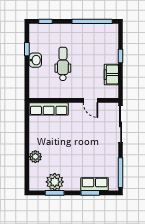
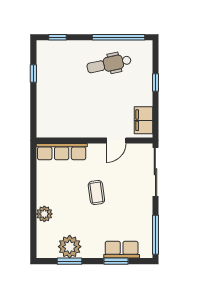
washbasin: (35, 60) -> (44, 88), removed
dental chair: (63, 64) -> (109, 64), moved, turned -102
filing cabinet: (111, 75) -> (143, 120), moved
door: (90, 100) -> (116, 140), hinge flipped
coffee table: (75, 140) -> (96, 192), added

